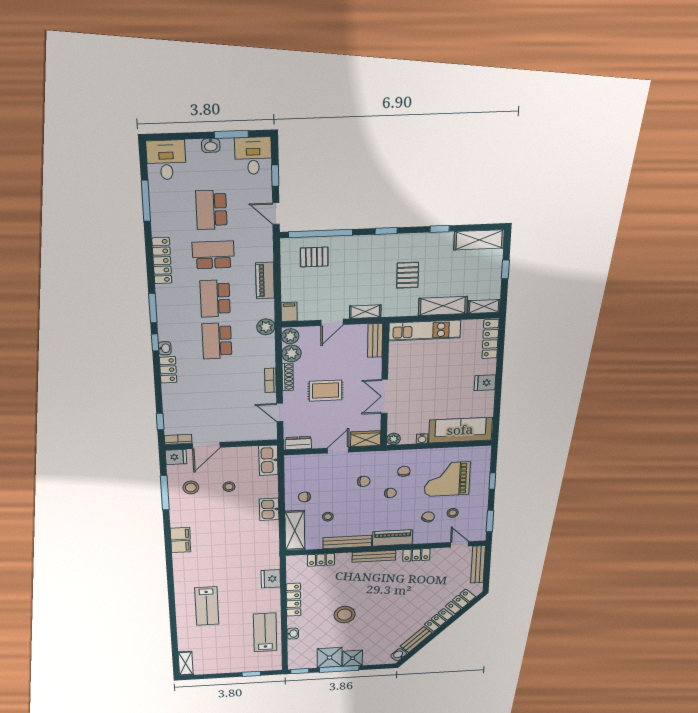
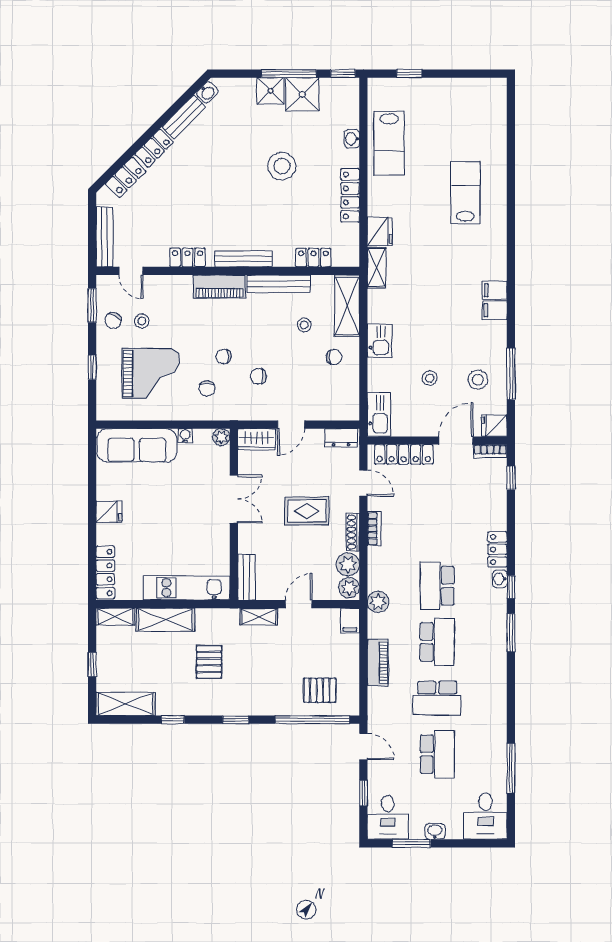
locker: (162, 261) -> (404, 454), moved, turned -90
school desk: (217, 341) -> (437, 586), turned 180
chair: (428, 517) -> (113, 320), moved
shelving: (186, 663) -> (377, 268), moved

